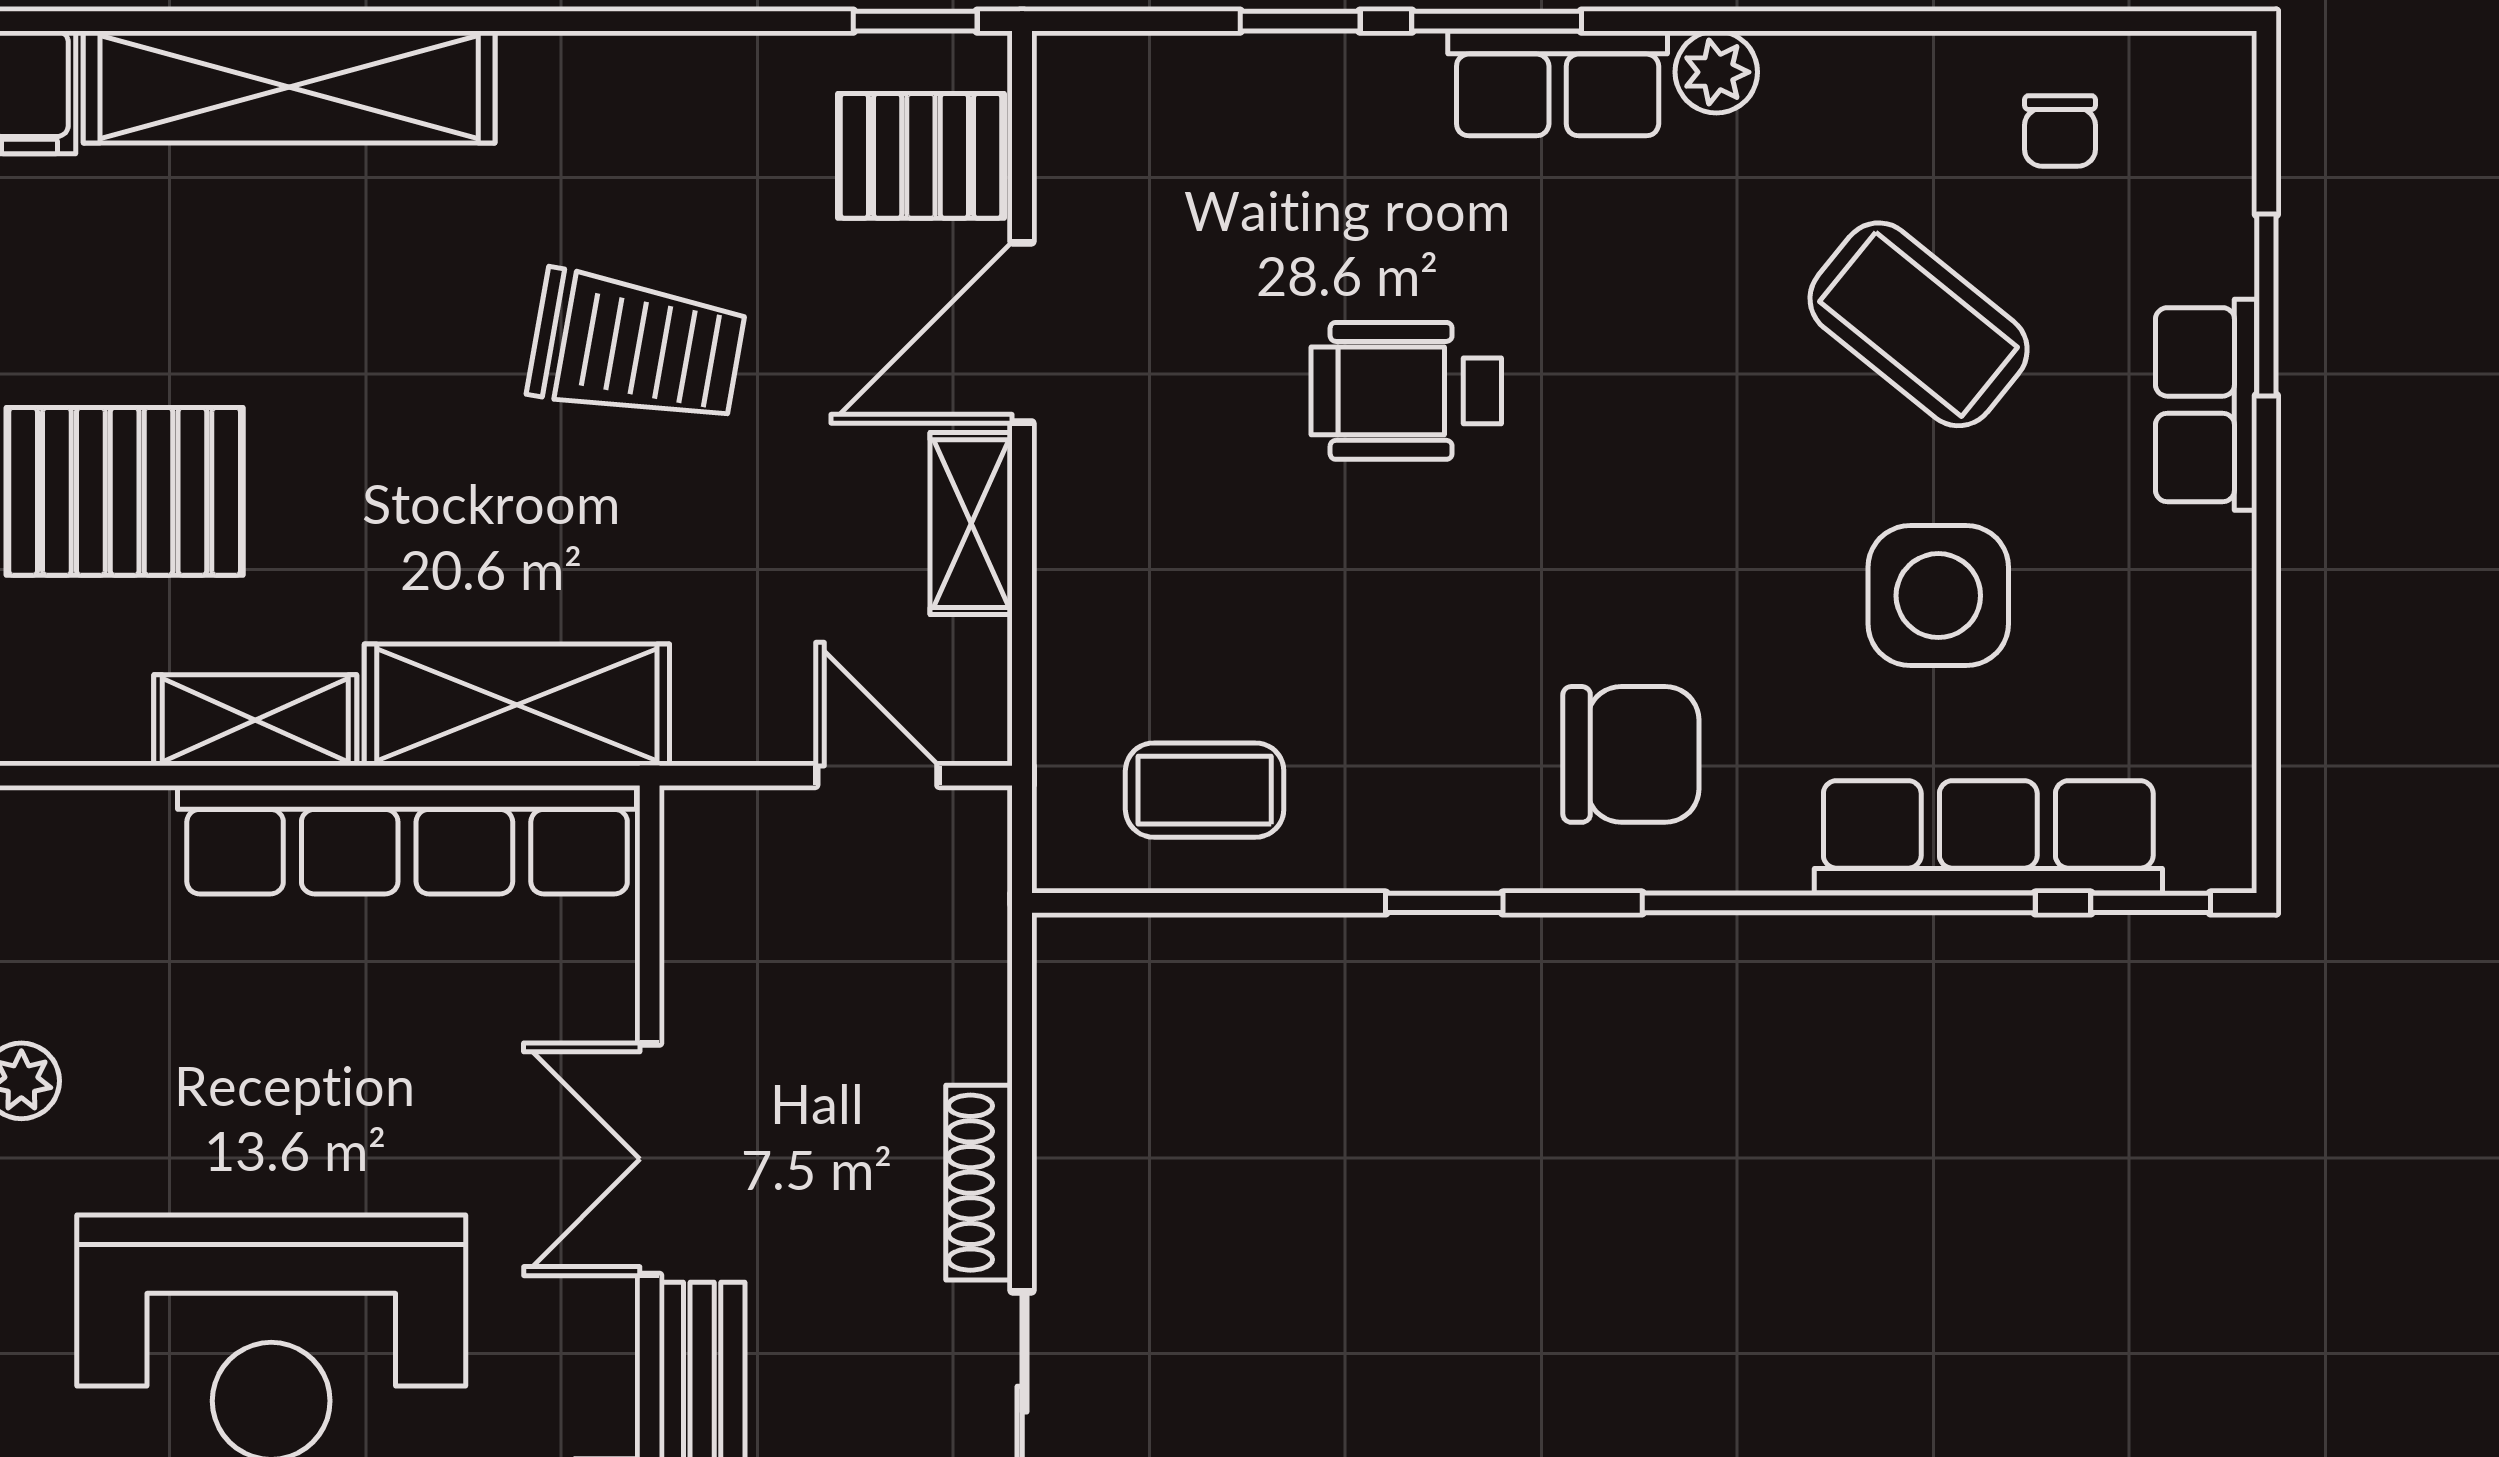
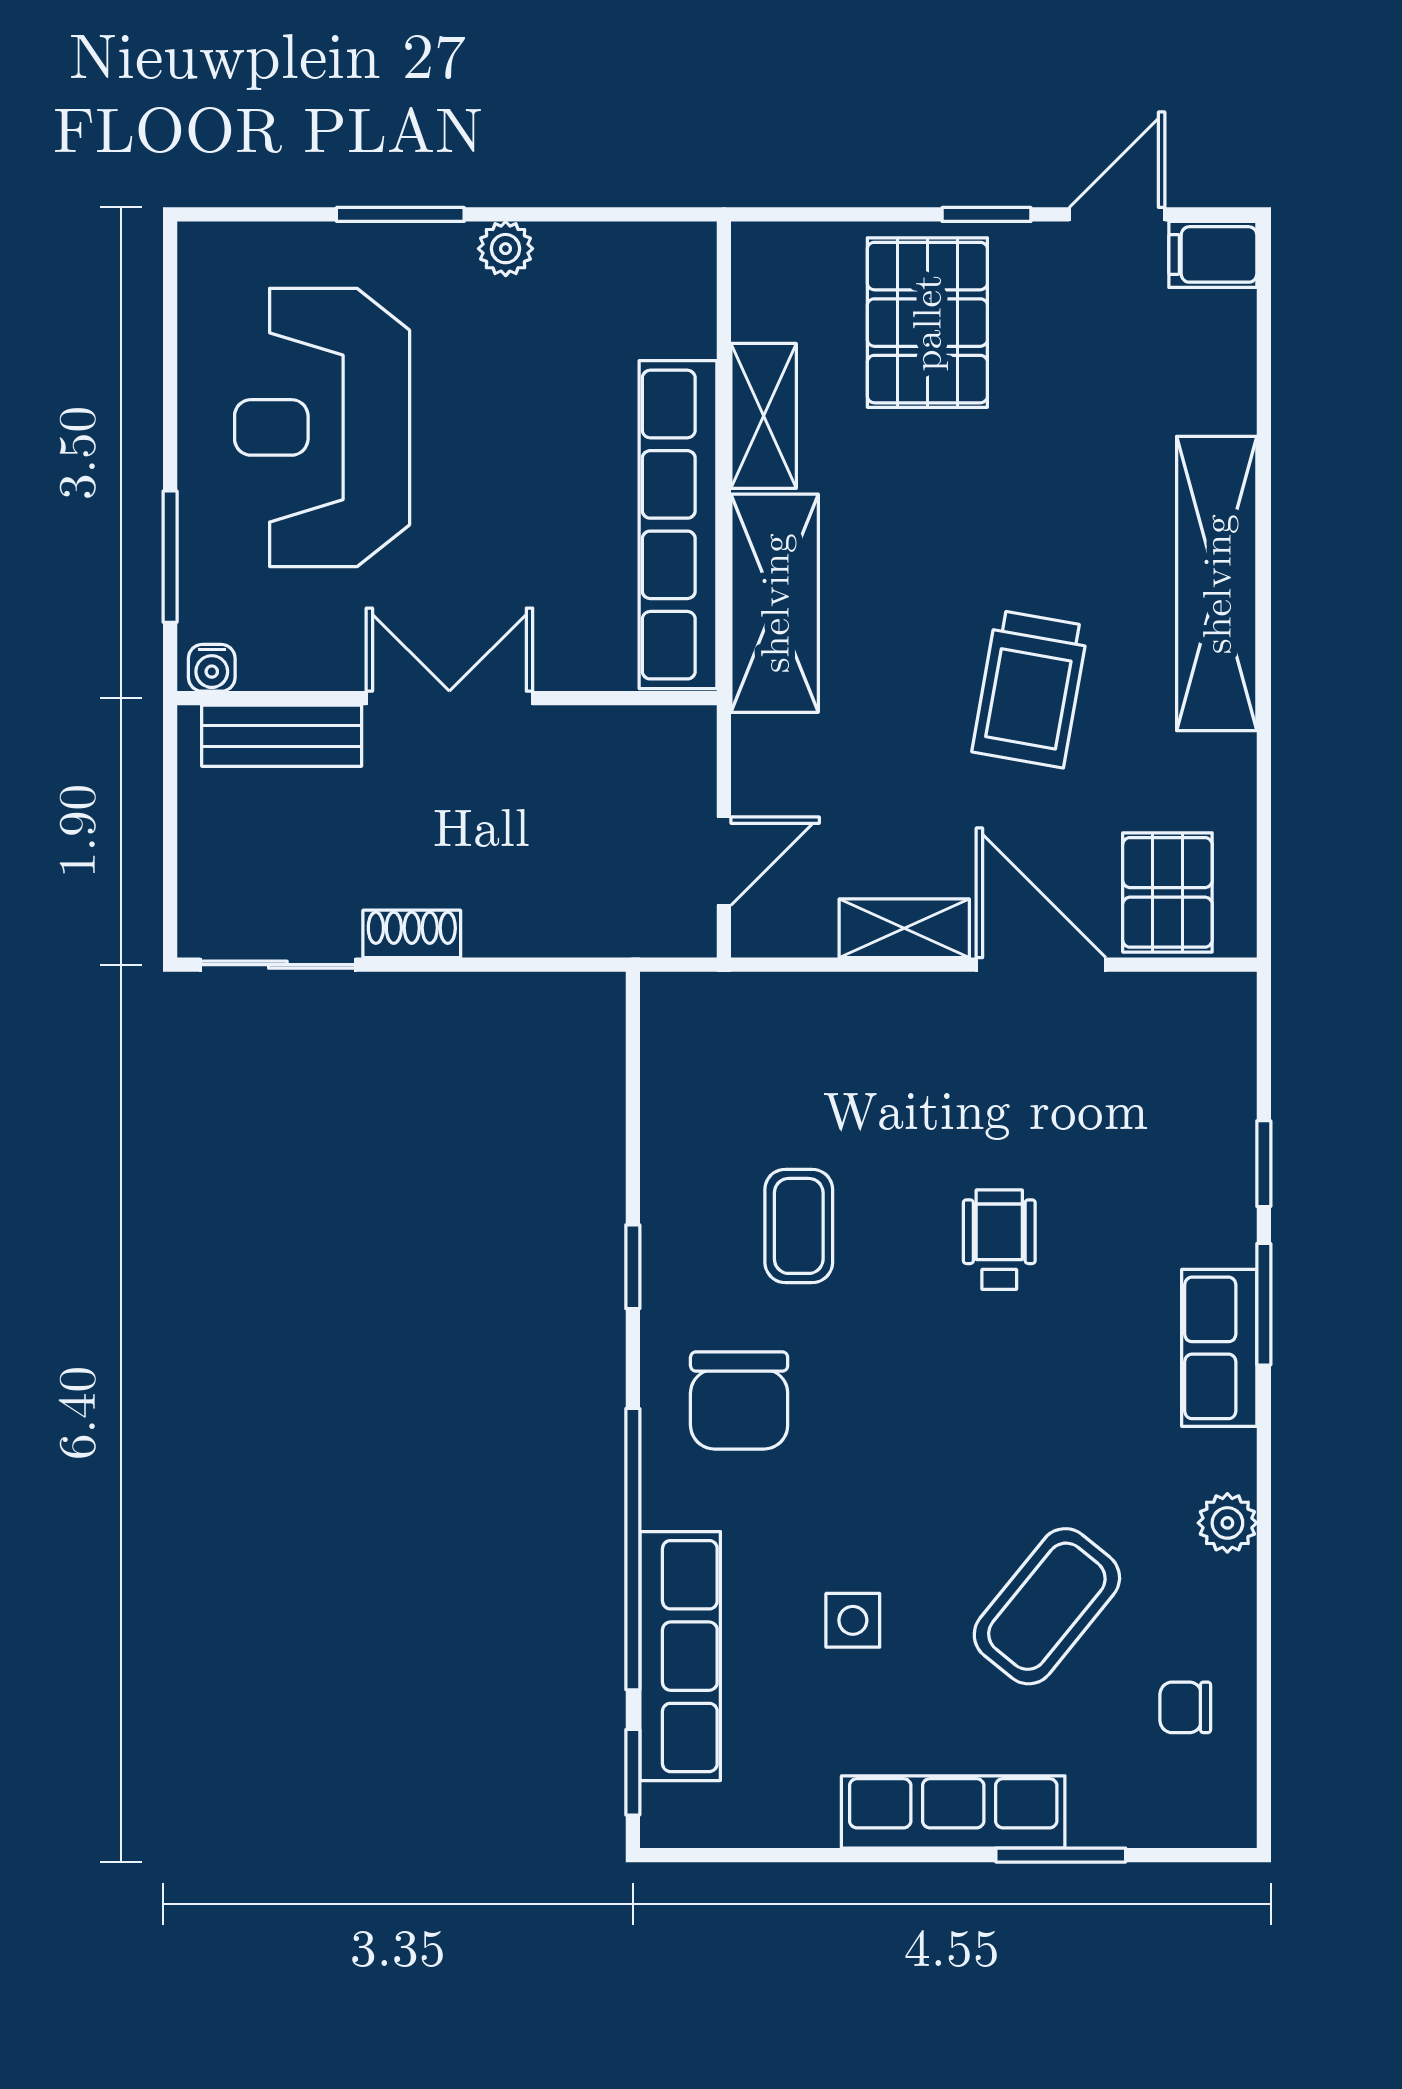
window: (915, 21) -> (1264, 888), removed
plant: (1716, 72) -> (1227, 1523), moved
shelving: (289, 87) -> (1217, 584), moved
wheelchair: (1406, 391) -> (999, 1240), width x0.73, depth x0.73
row of seats: (2206, 405) -> (953, 1812), width x1.48
side table: (1938, 596) -> (853, 1620), width x0.54, depth x0.54
coffee table: (1205, 790) -> (799, 1226), moved
shoe rack: (979, 1183) -> (412, 934), width x0.70

